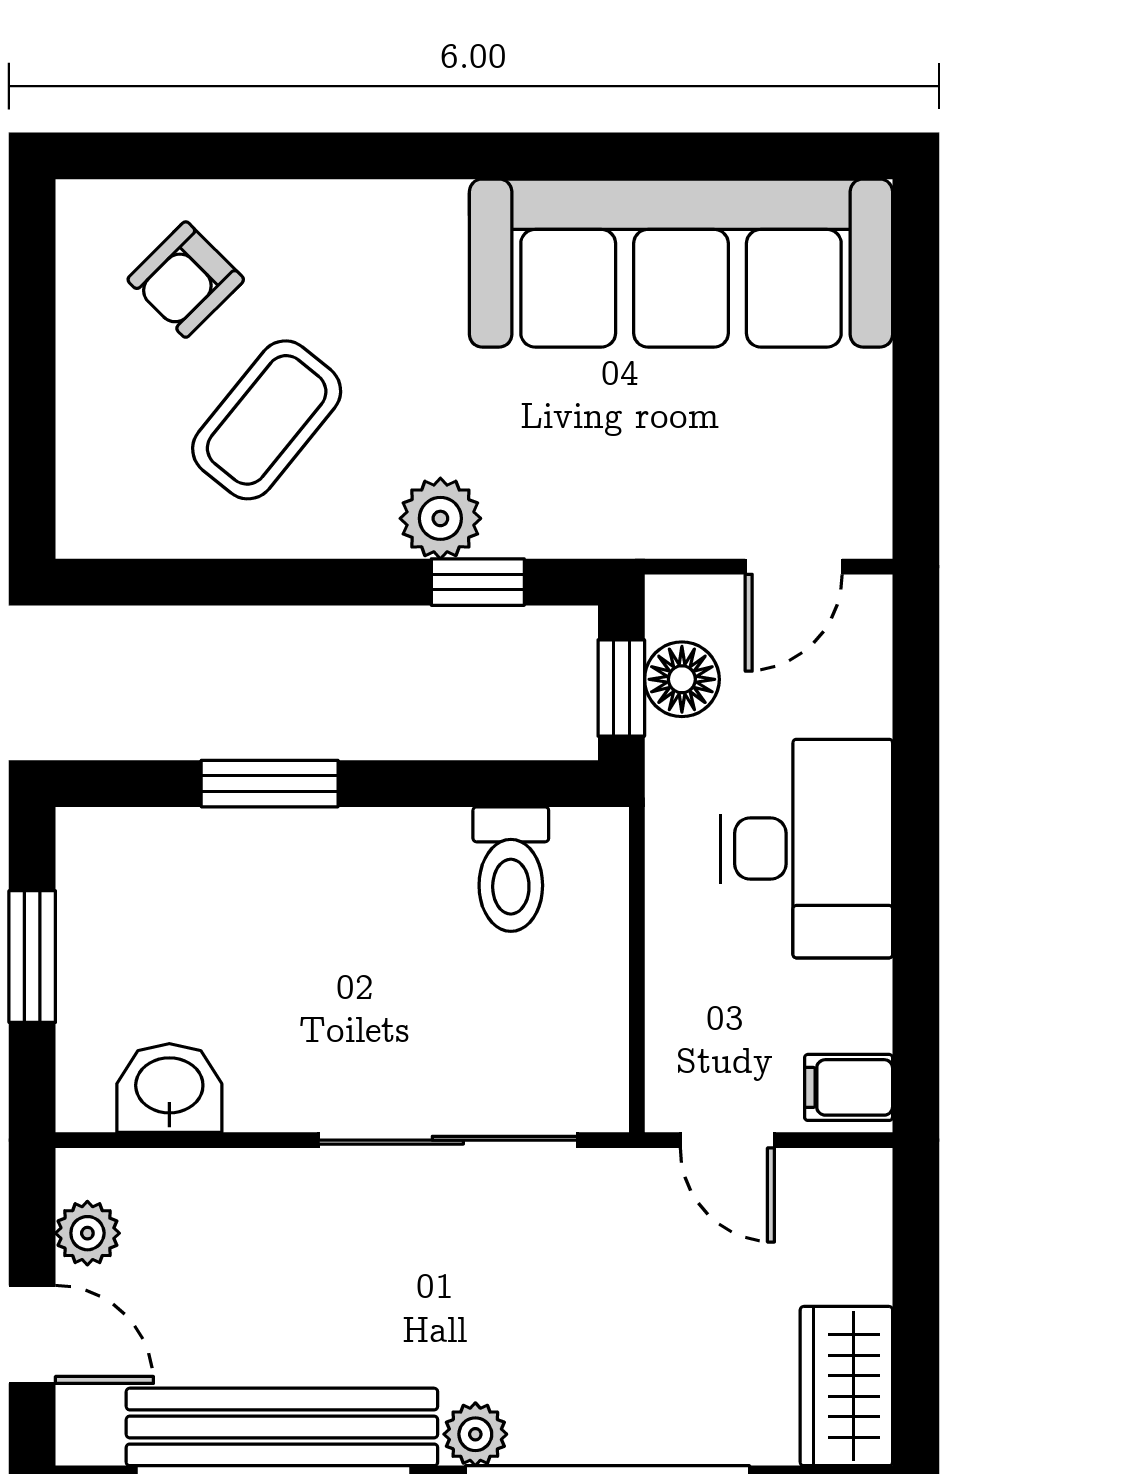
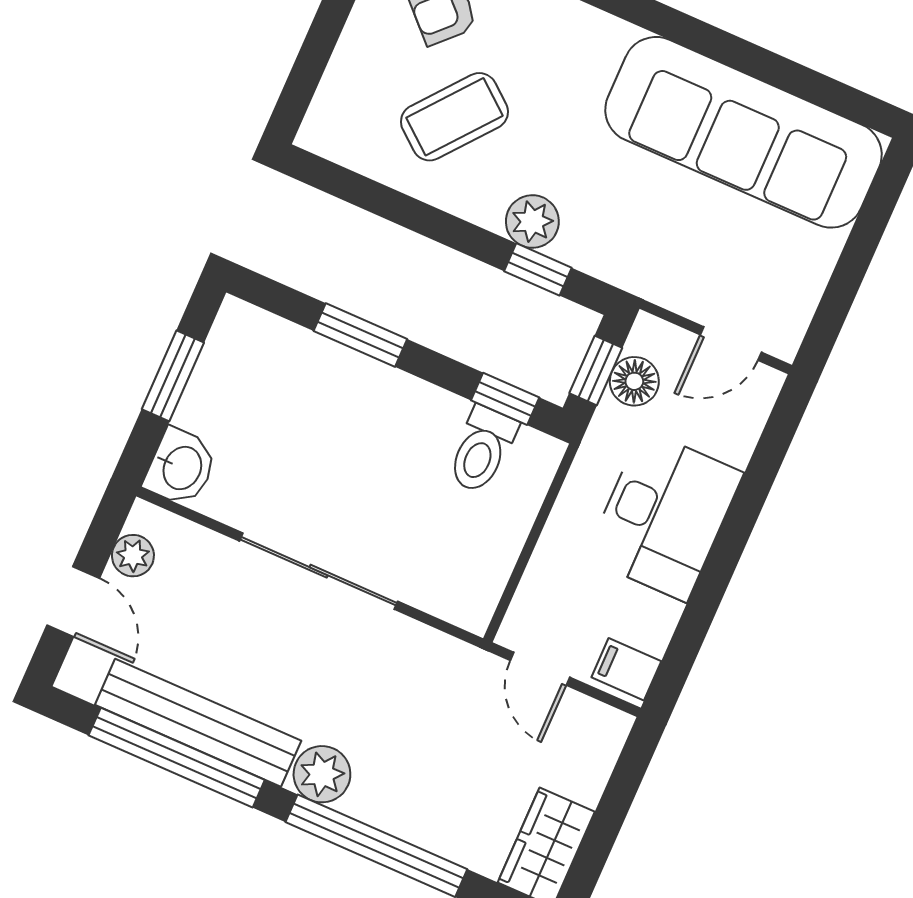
window: (512, 784) -> (505, 399), added
washbasin: (169, 1088) -> (181, 467), moved, turned 90
sliding door: (448, 1140) -> (319, 571), moved
plant: (475, 1434) -> (322, 774), width x1.38, depth x1.38

